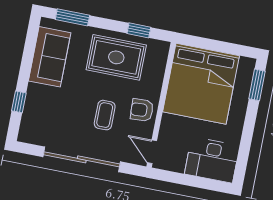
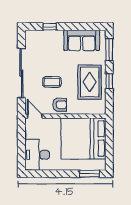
window: (139, 30) -> (109, 81), moved
armchair: (142, 110) -> (60, 105), turned 93
door: (152, 152) -> (35, 116), hinge flipped

